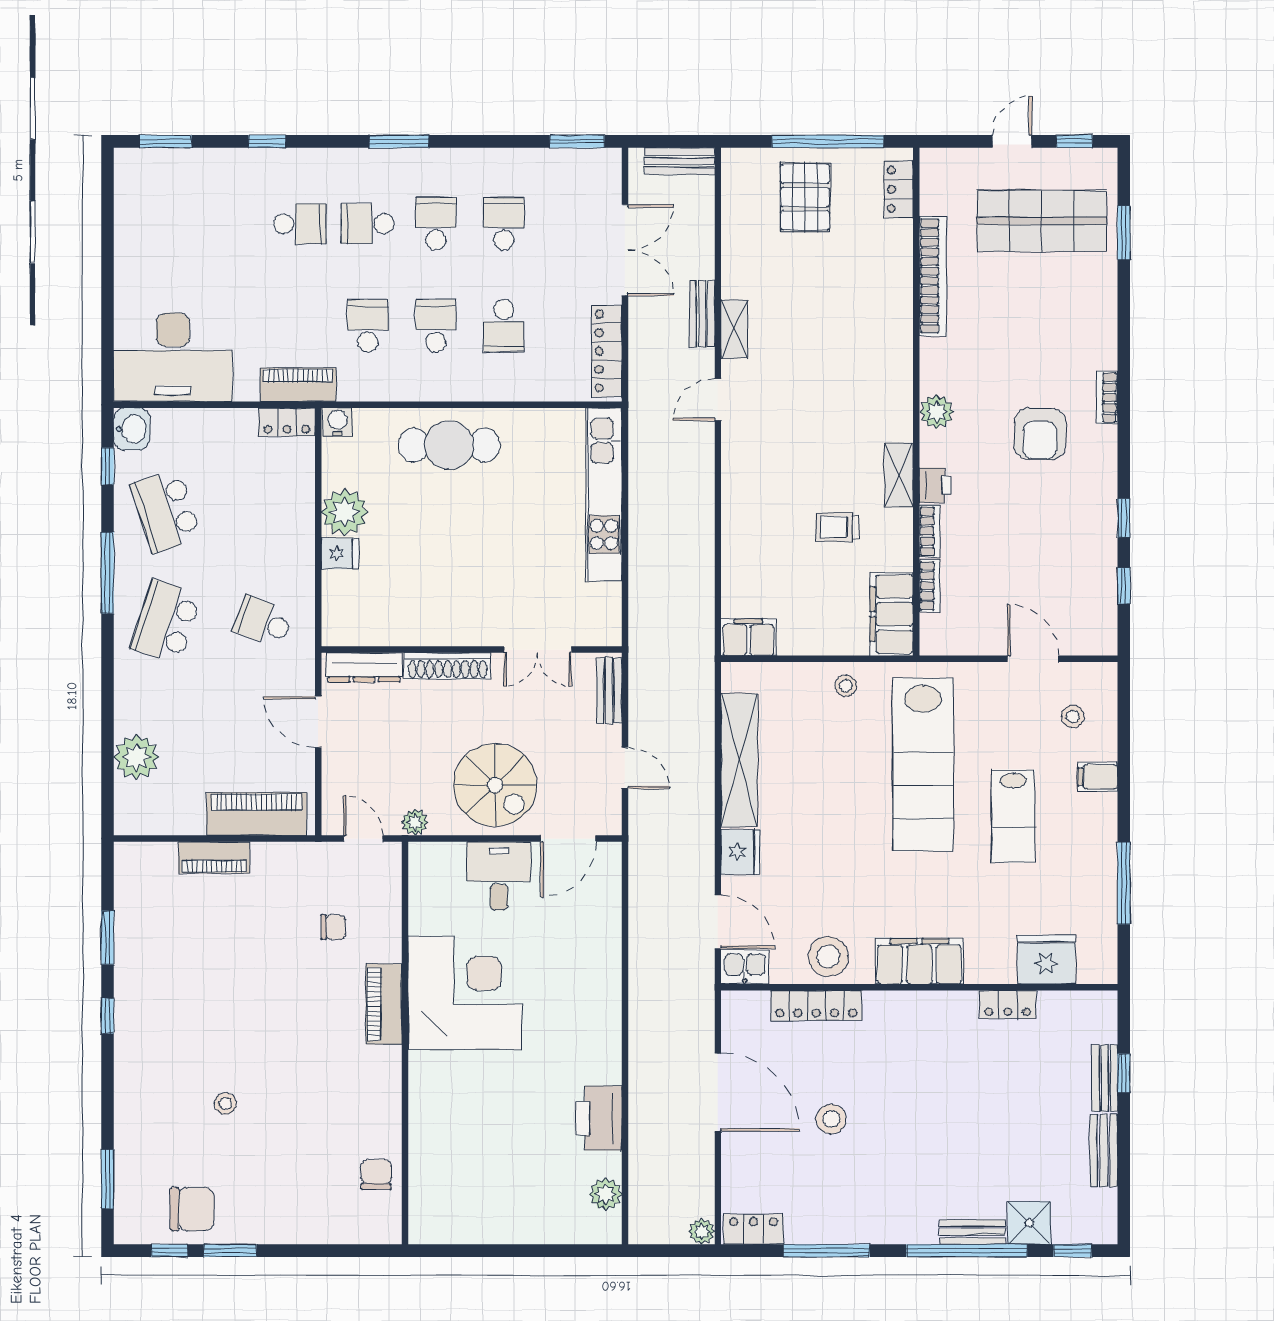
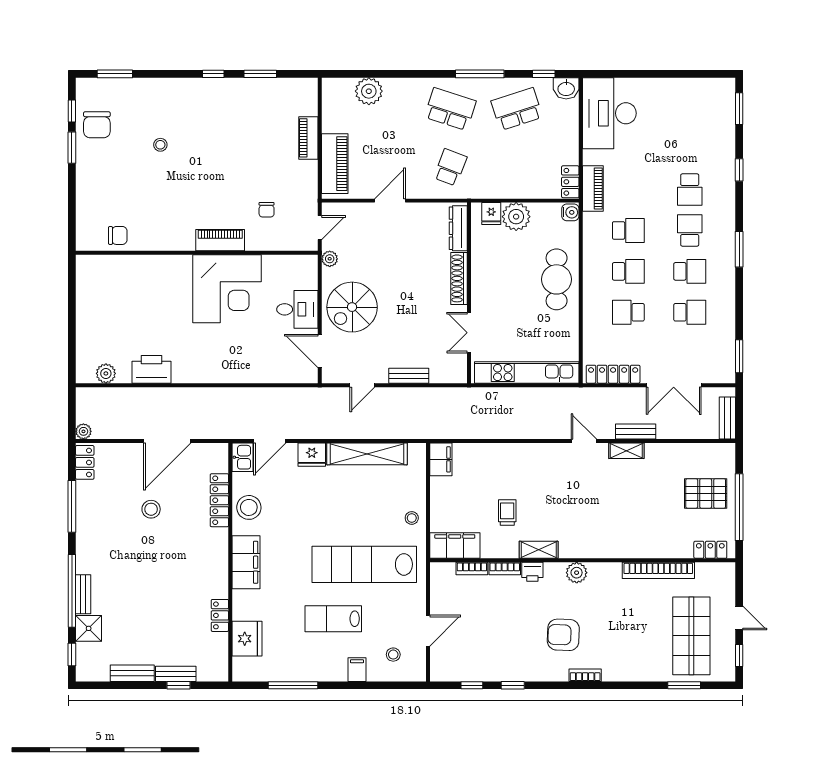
wall: (472, 650) -> (469, 293), moved
double door: (538, 650) -> (469, 333), moved
shoe rack: (448, 666) -> (459, 278), moved
dresser: (364, 667) -> (458, 228), moved

